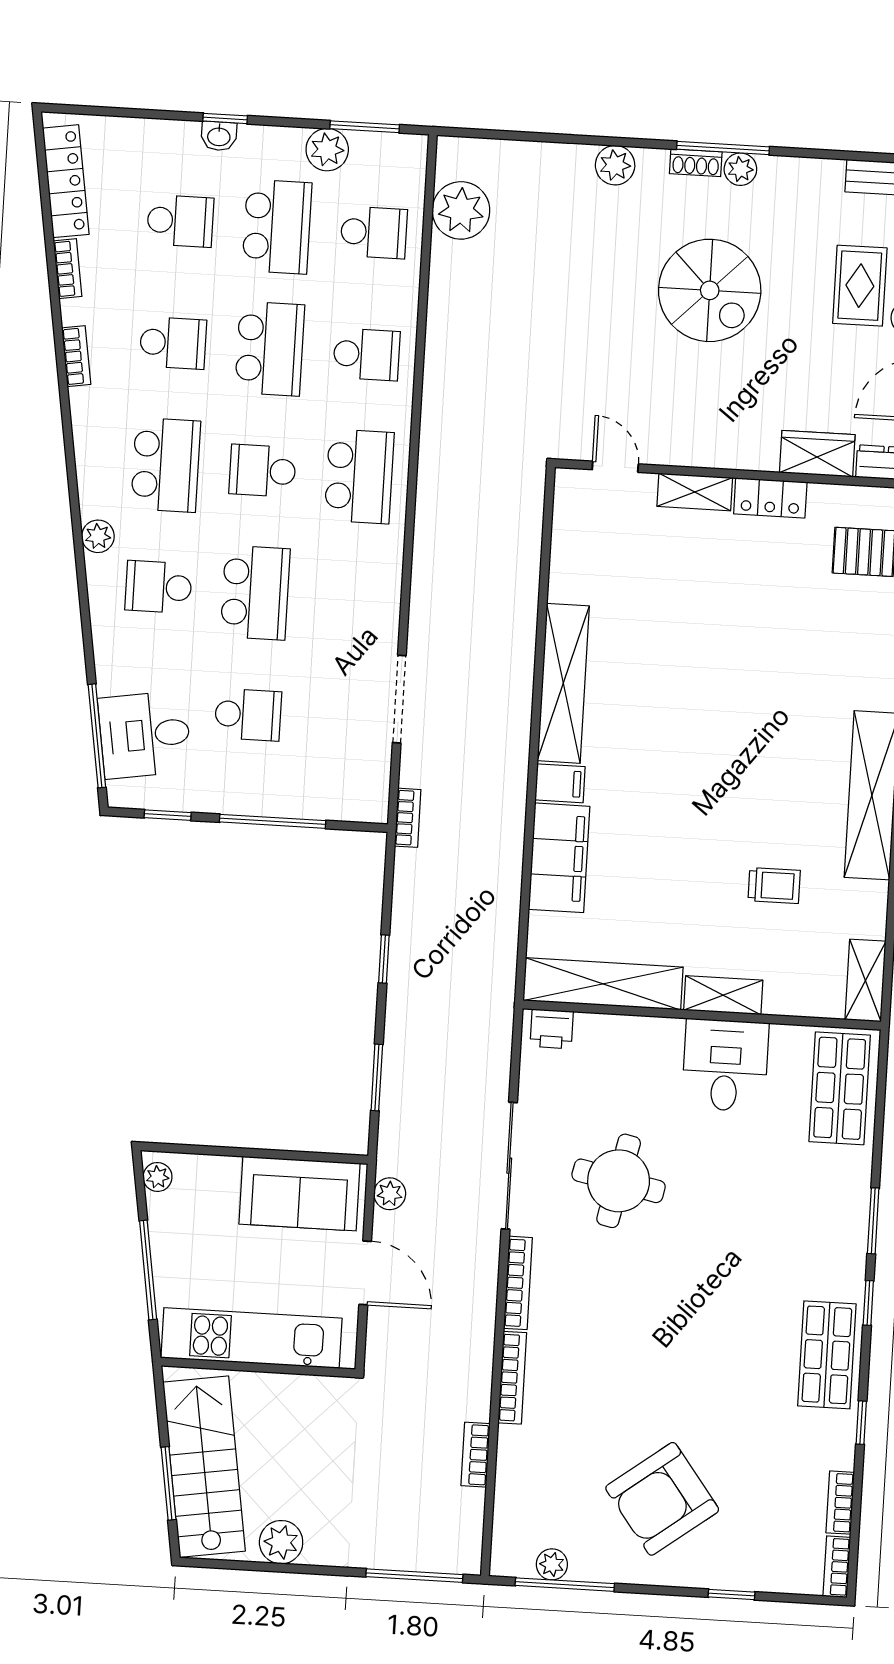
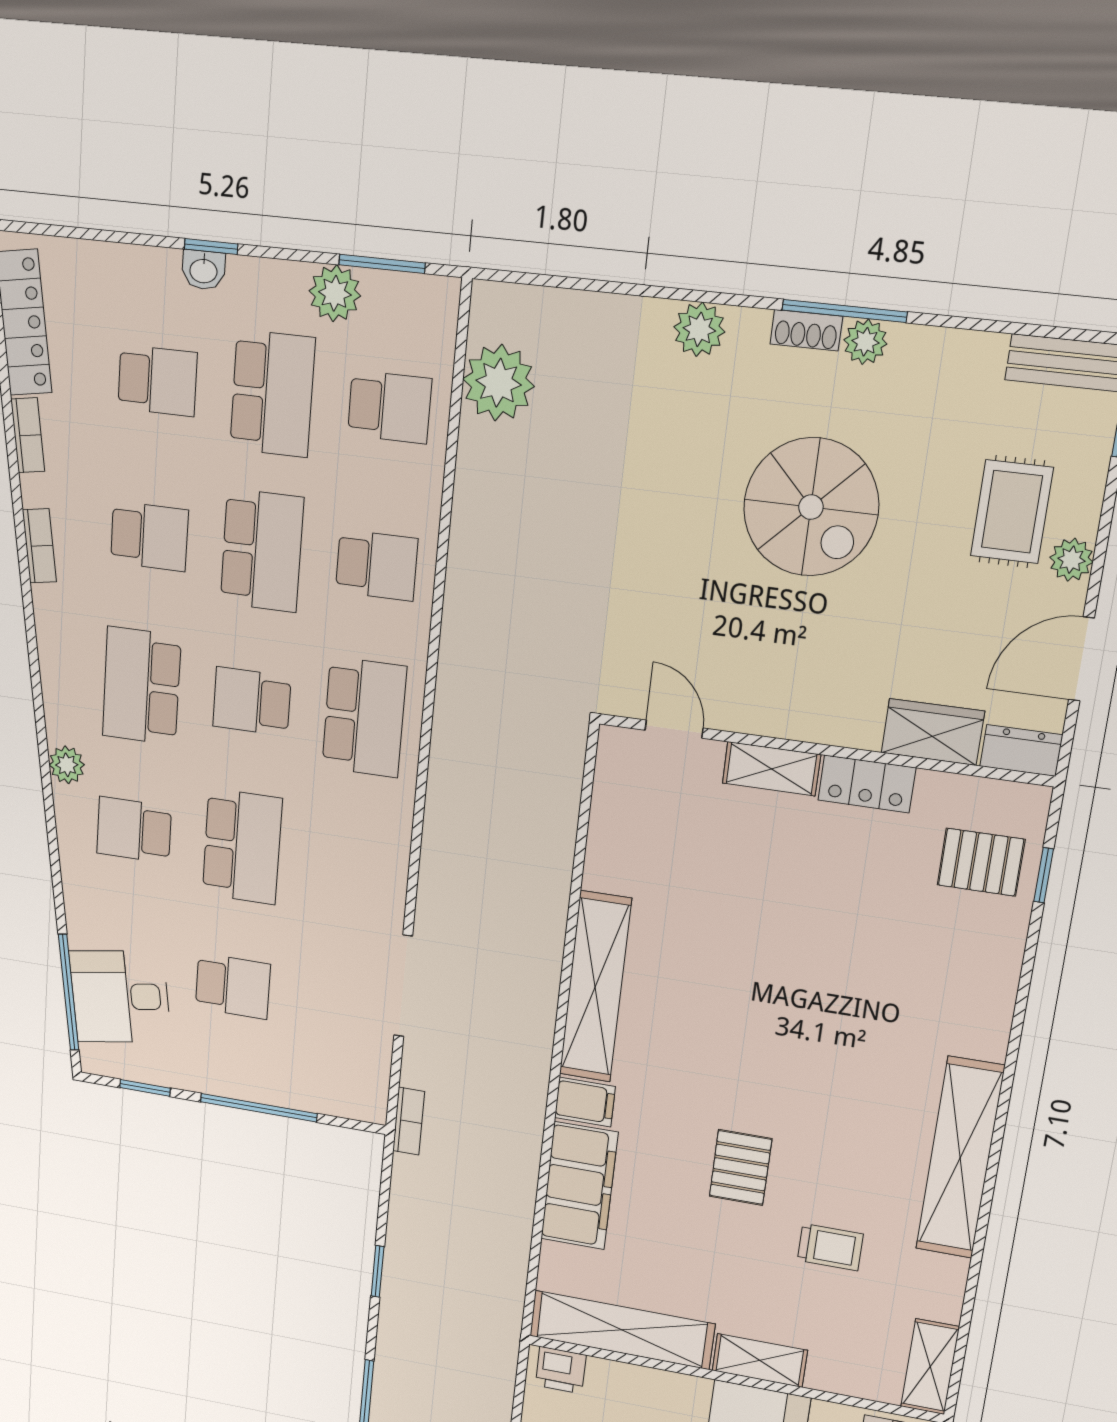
school desk: (166, 465) -> (142, 686), turned 180
pallet: (694, 825) -> (741, 1167), added

